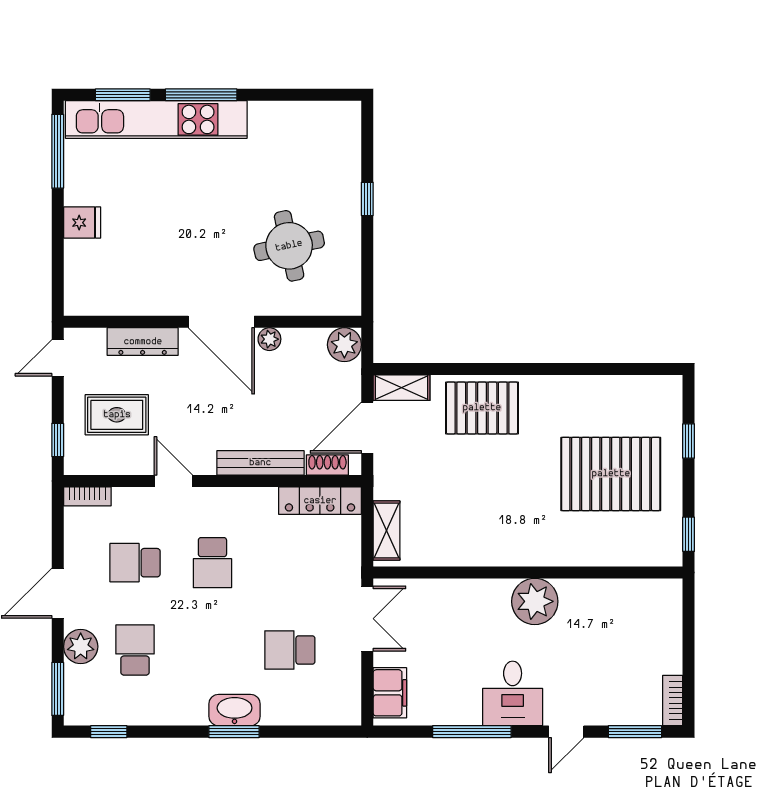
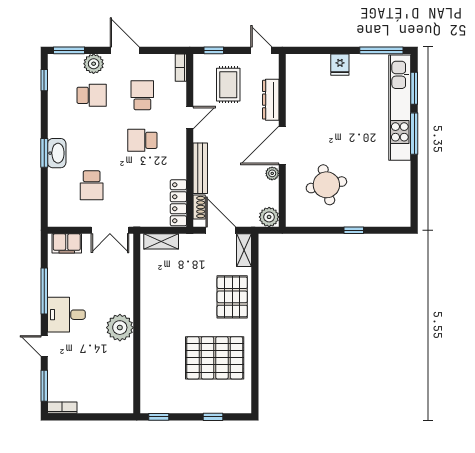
pallet: (611, 474) -> (215, 358), moved, turned 90
school desk: (290, 650) -> (92, 185), turned 180

